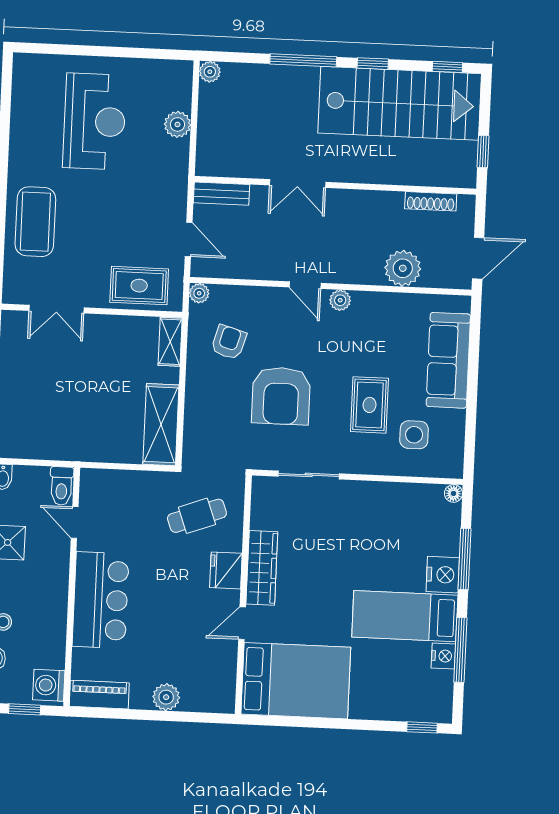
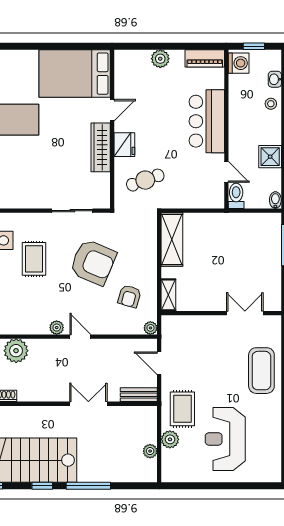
plant: (210, 72) -> (150, 451), moved
rug: (139, 286) -> (182, 409), moved, turned 90
armchair: (281, 396) -> (93, 262), turned 113

